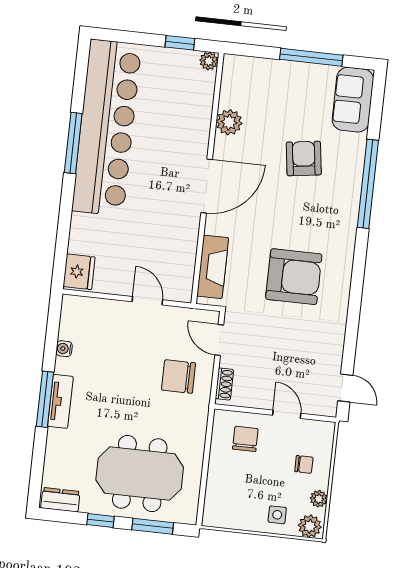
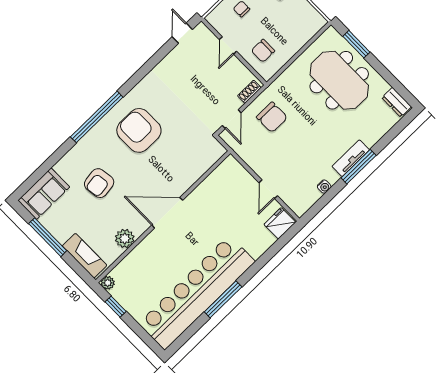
window: (368, 184) -> (97, 117), moved
fireplace: (213, 267) -> (85, 256), moved, turned 90
armchair: (294, 277) -> (139, 130), moved
door: (147, 301) -> (268, 189), moved
window: (100, 520) -> (383, 72), removed

